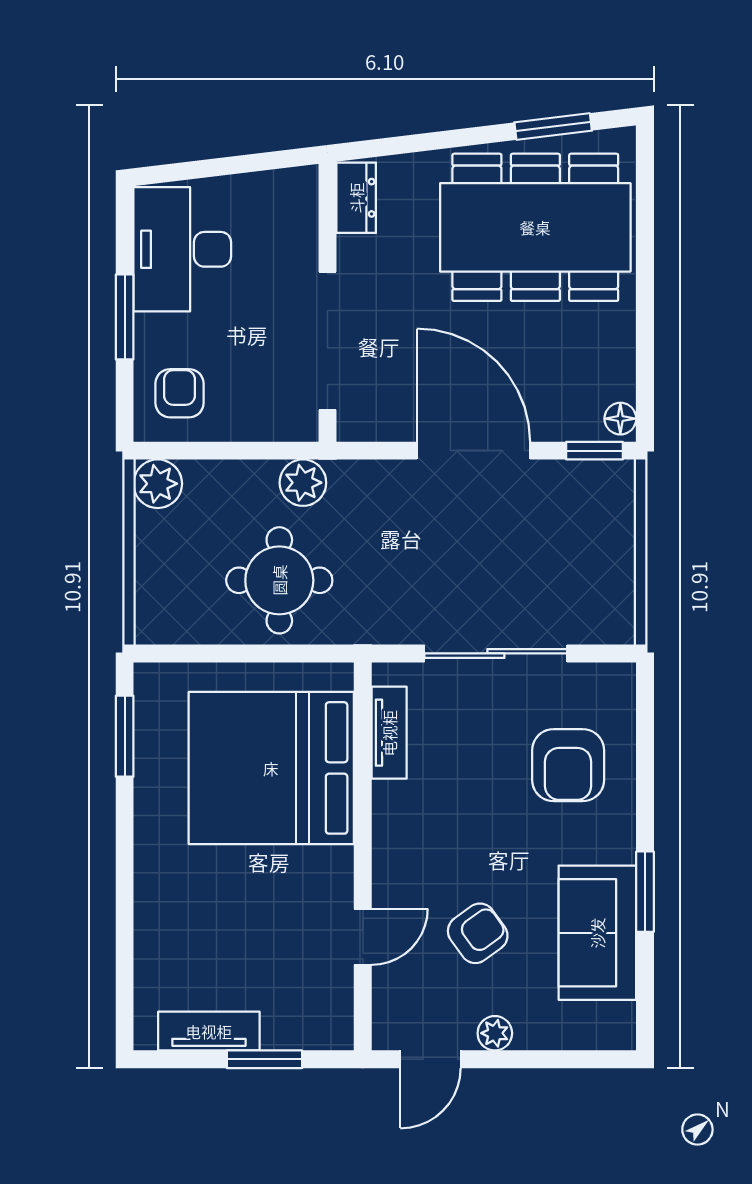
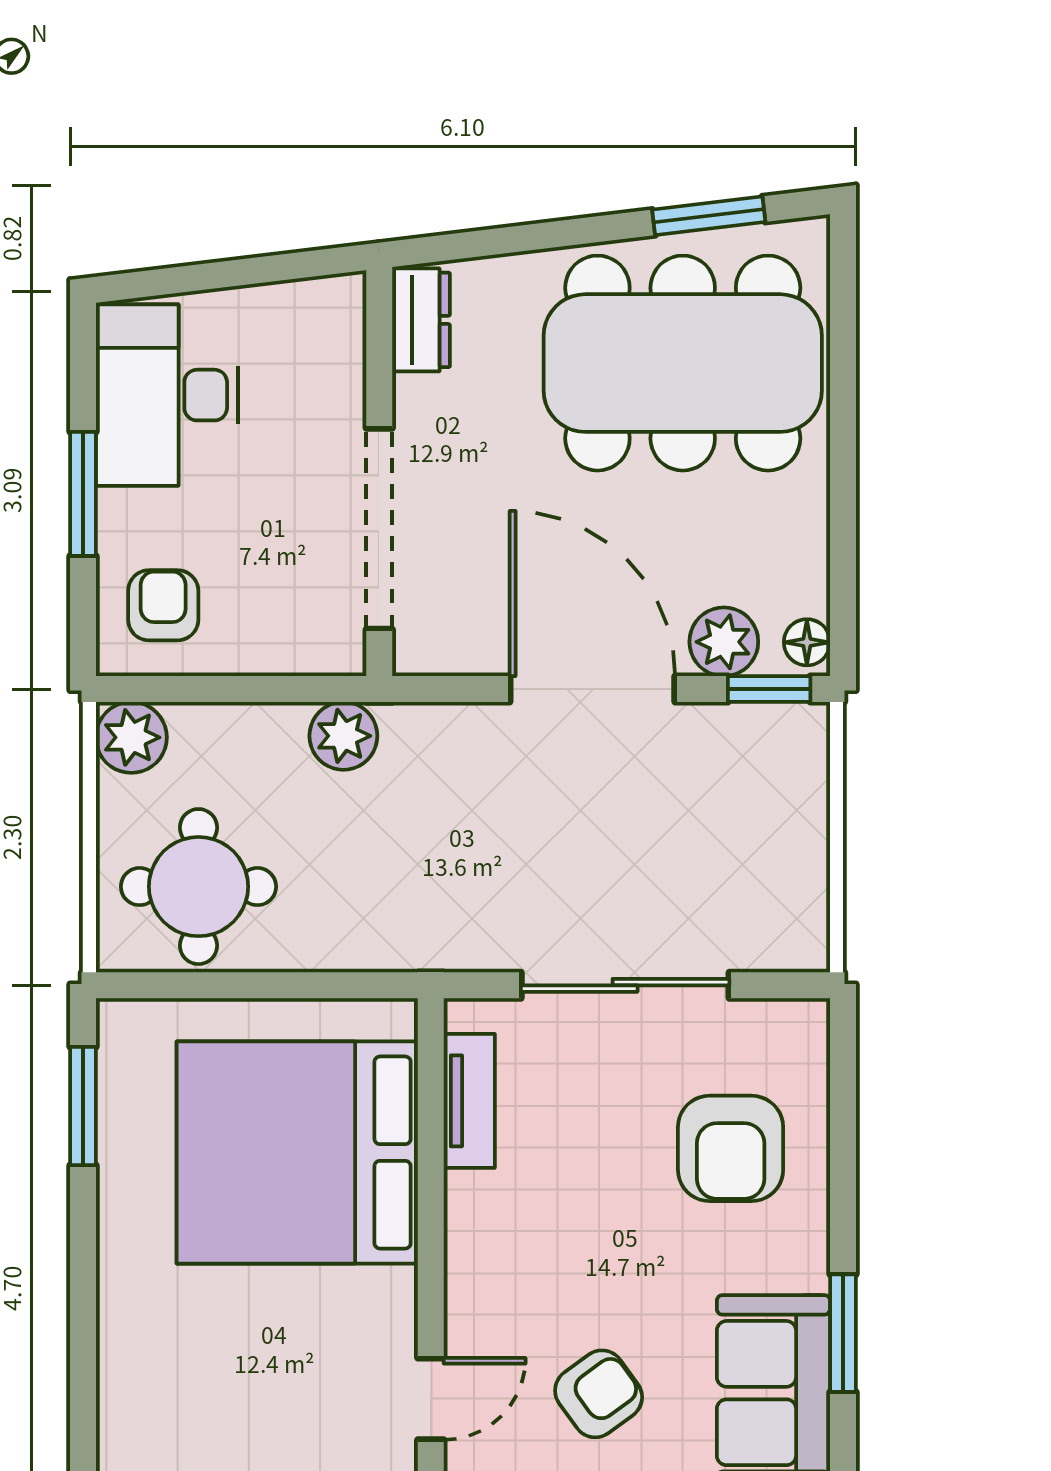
plant: (563, 418) -> (724, 642), added
round table: (279, 580) -> (198, 887), moved

